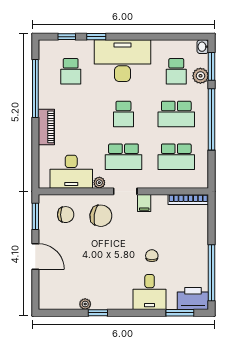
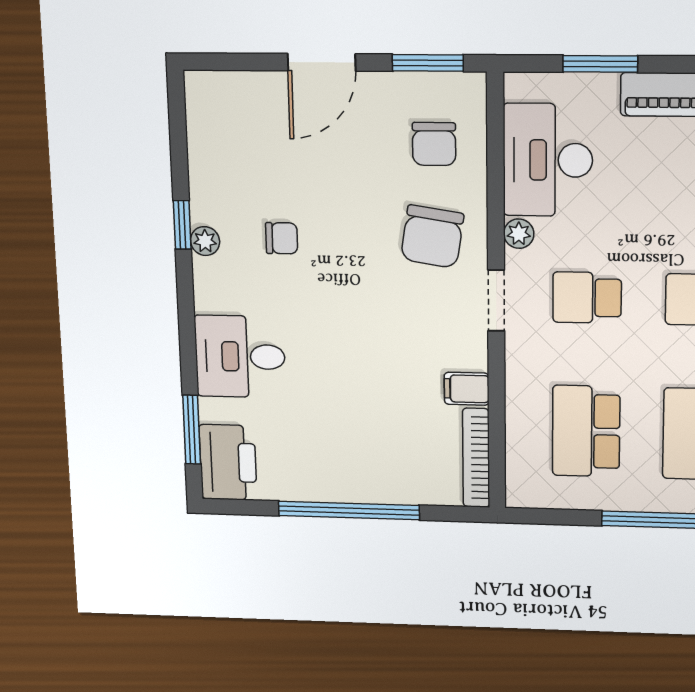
window: (35, 152) -> (600, 64), added
school desk: (123, 157) -> (587, 298), width x0.54
filing cabinet: (144, 203) -> (467, 389), moved
chair: (152, 256) -> (282, 238), moved
window: (211, 273) -> (349, 510), moved
plant: (85, 304) -> (205, 241), moved

